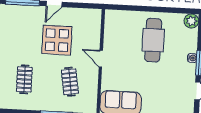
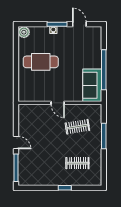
display table: (57, 40) -> (45, 139), removed
door: (101, 59) -> (58, 103), hinge flipped

